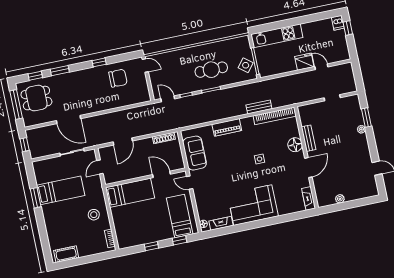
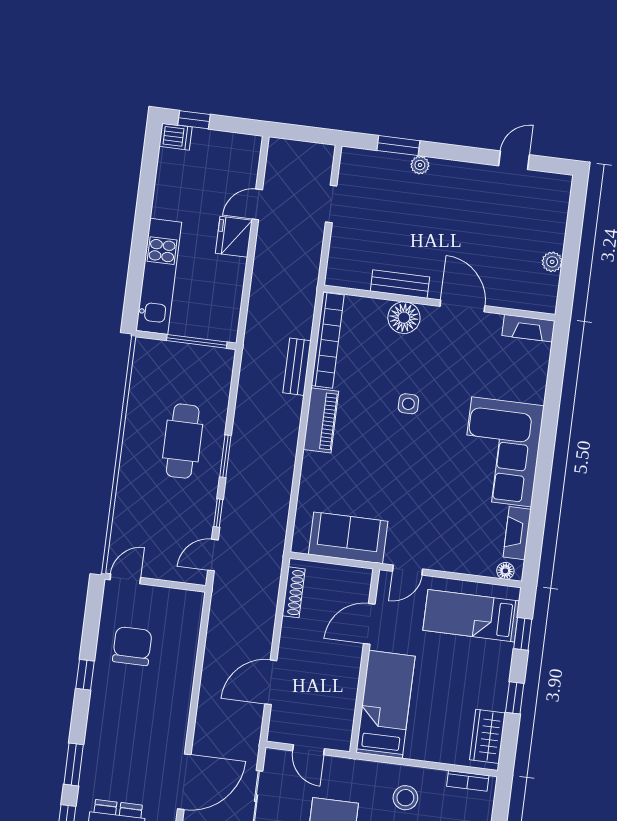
side table: (246, 65) -> (199, 365), removed
piano: (227, 127) -> (321, 420), moved
door: (123, 141) -> (271, 682), swing flipped
wardrobe: (131, 240) -> (487, 736), added

